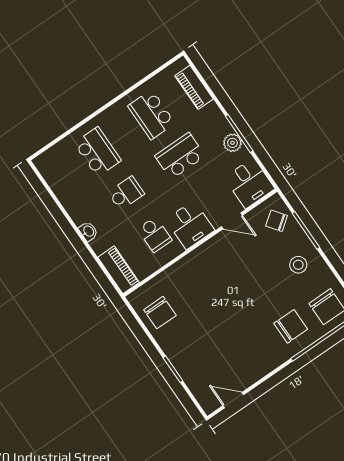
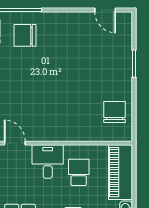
piano: (119, 270) -> (120, 172), width x1.37, depth x1.33

